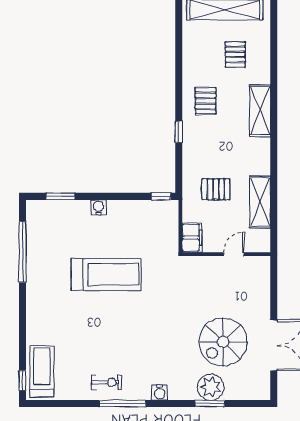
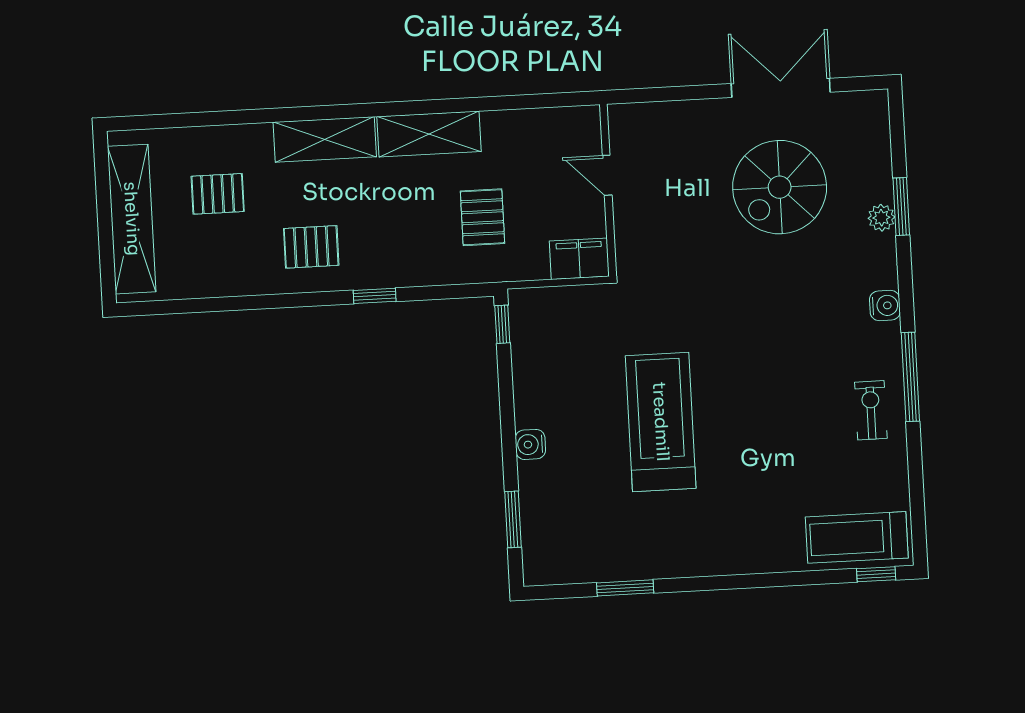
shelving: (260, 202) -> (429, 134), moved
window: (23, 252) -> (625, 588), width x0.47
spiral stairs: (223, 342) -> (780, 187), turned 90
plant: (211, 387) -> (881, 218), width x0.53, depth x0.53

